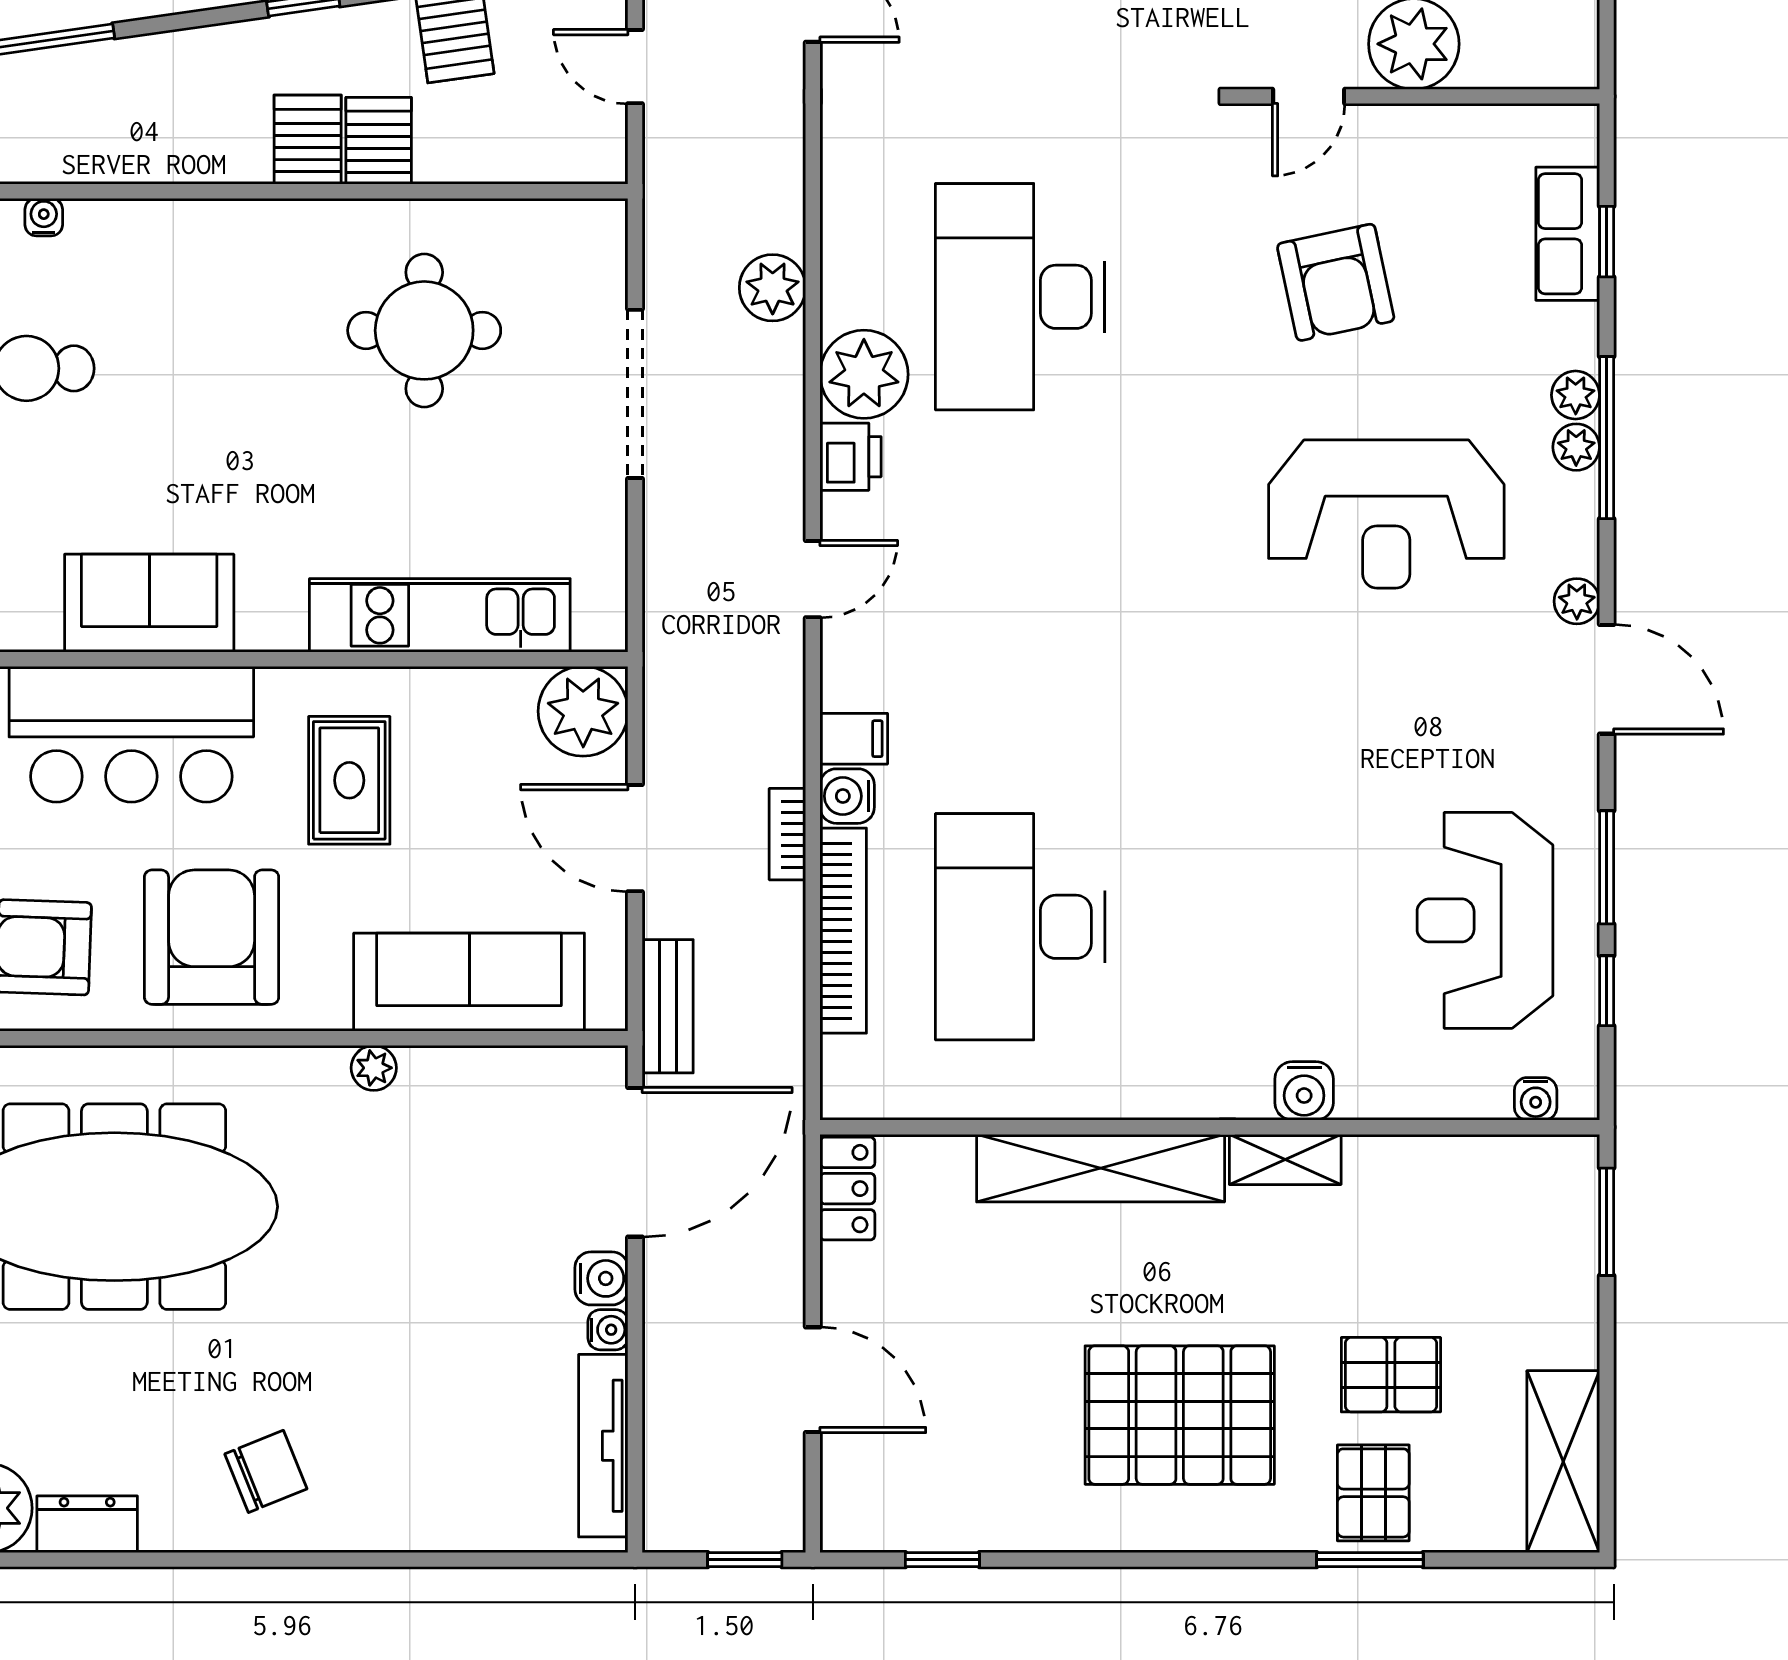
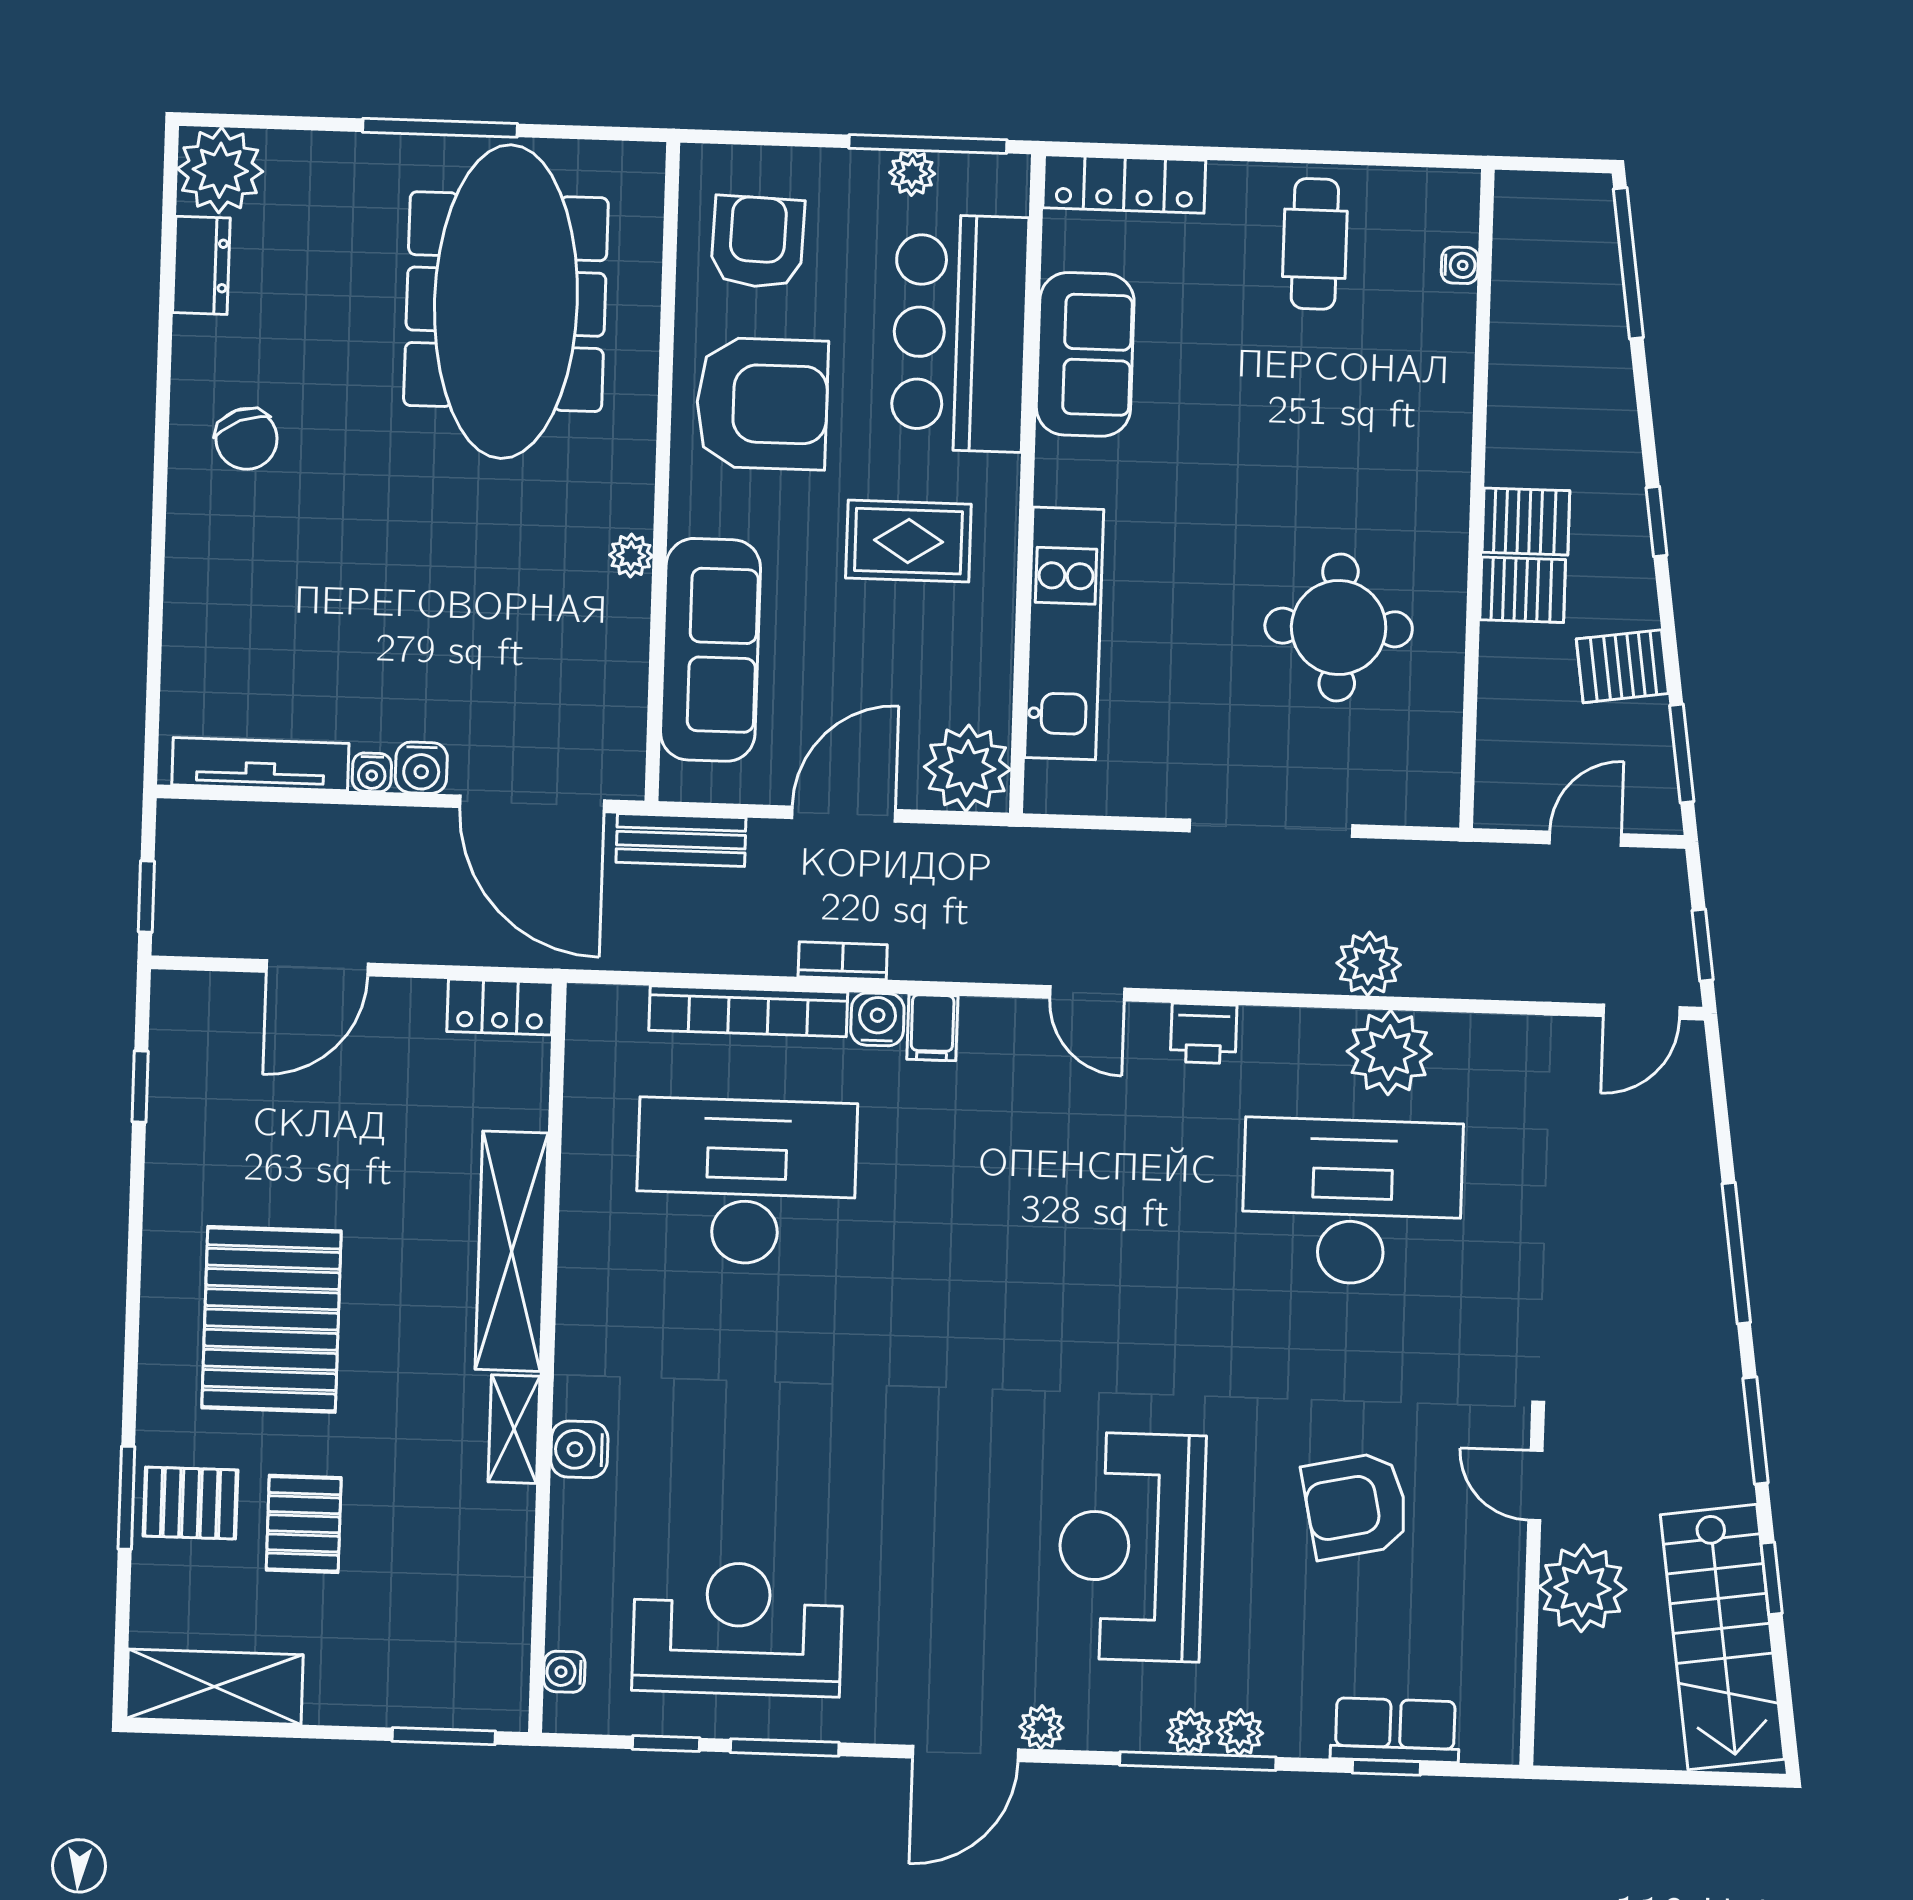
plant: (864, 374) -> (1389, 1053), moved

